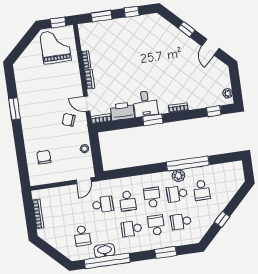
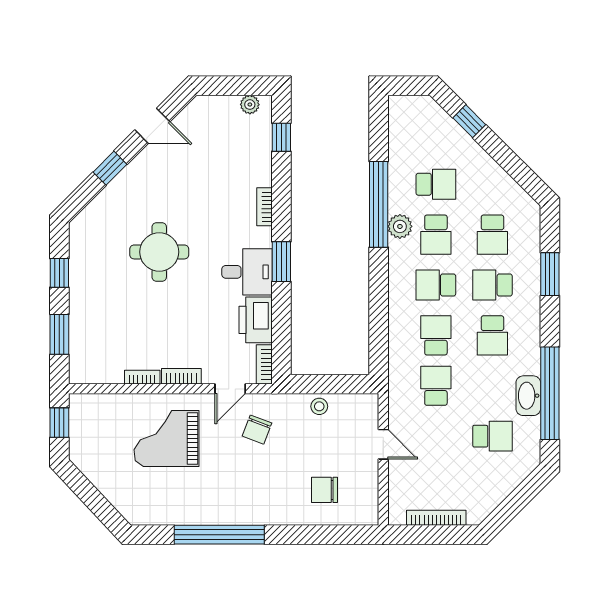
grand piano: (56, 47) -> (167, 438), moved
round table: (149, 59) -> (159, 252), added
window: (14, 109) -> (219, 535), width x2.11
door: (84, 181) -> (383, 444), moved
school desk: (128, 201) -> (436, 335), turned -90
window: (222, 219) -> (469, 121), moved

